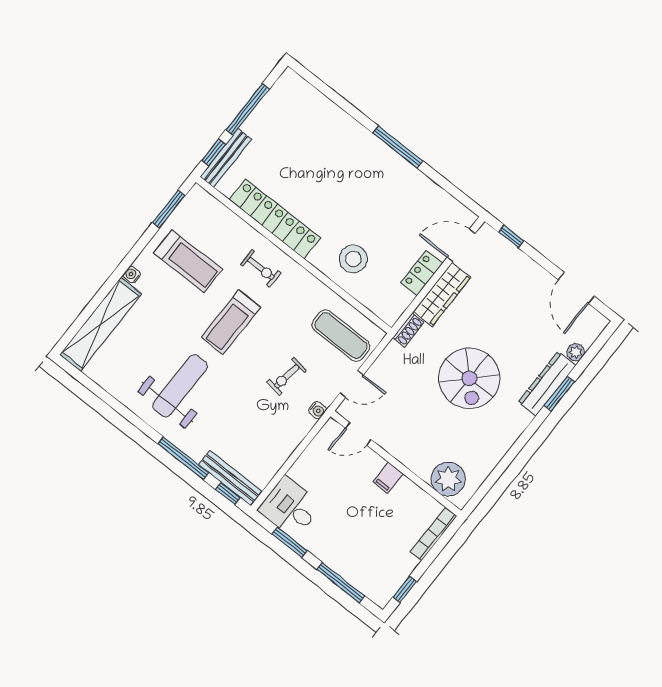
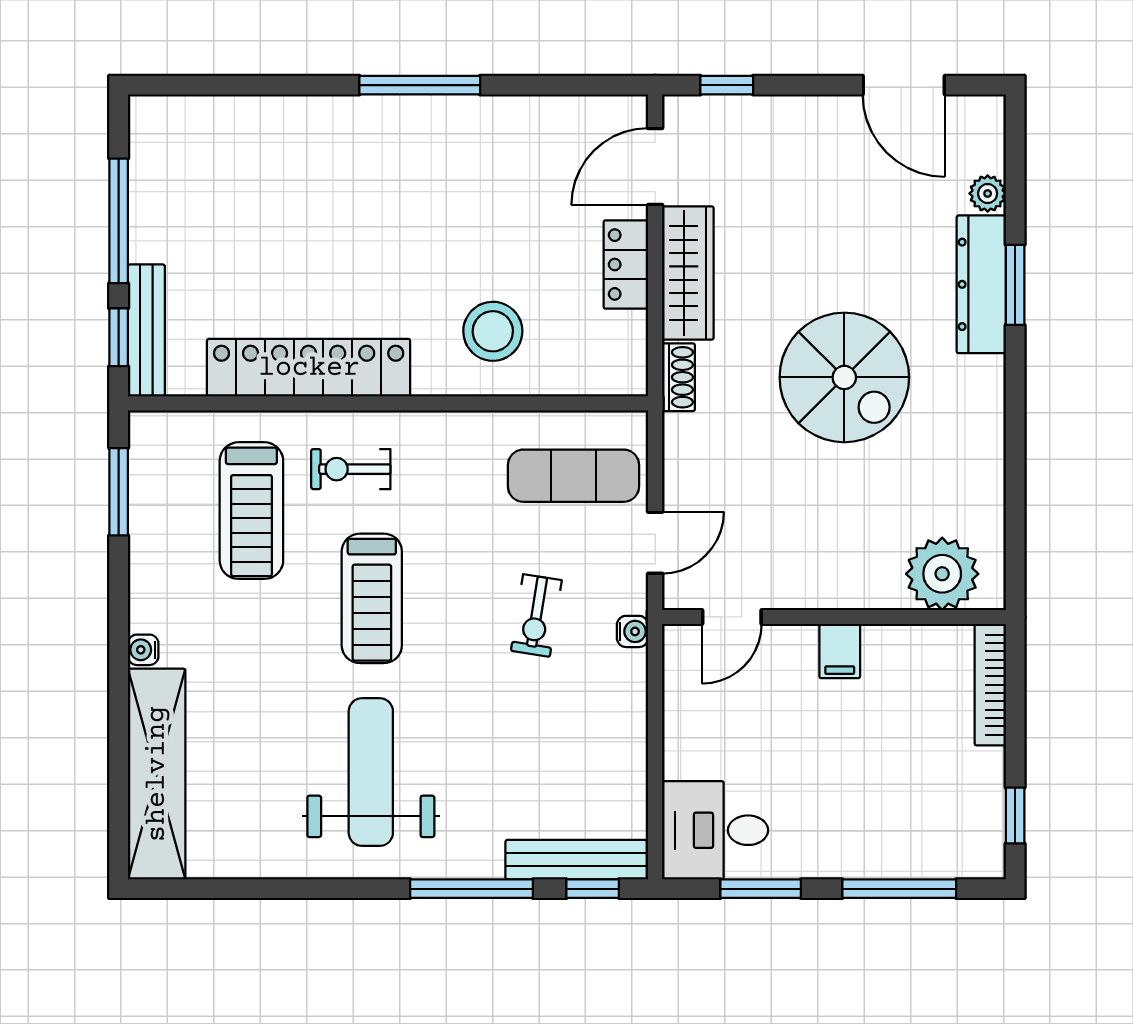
treadmill: (188, 261) -> (251, 511), moved, turned 90
exercise bike: (261, 268) -> (351, 469), turned 180

